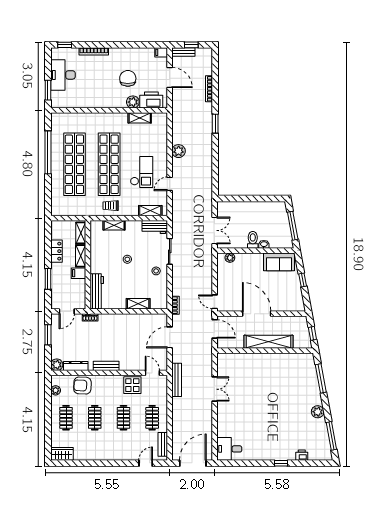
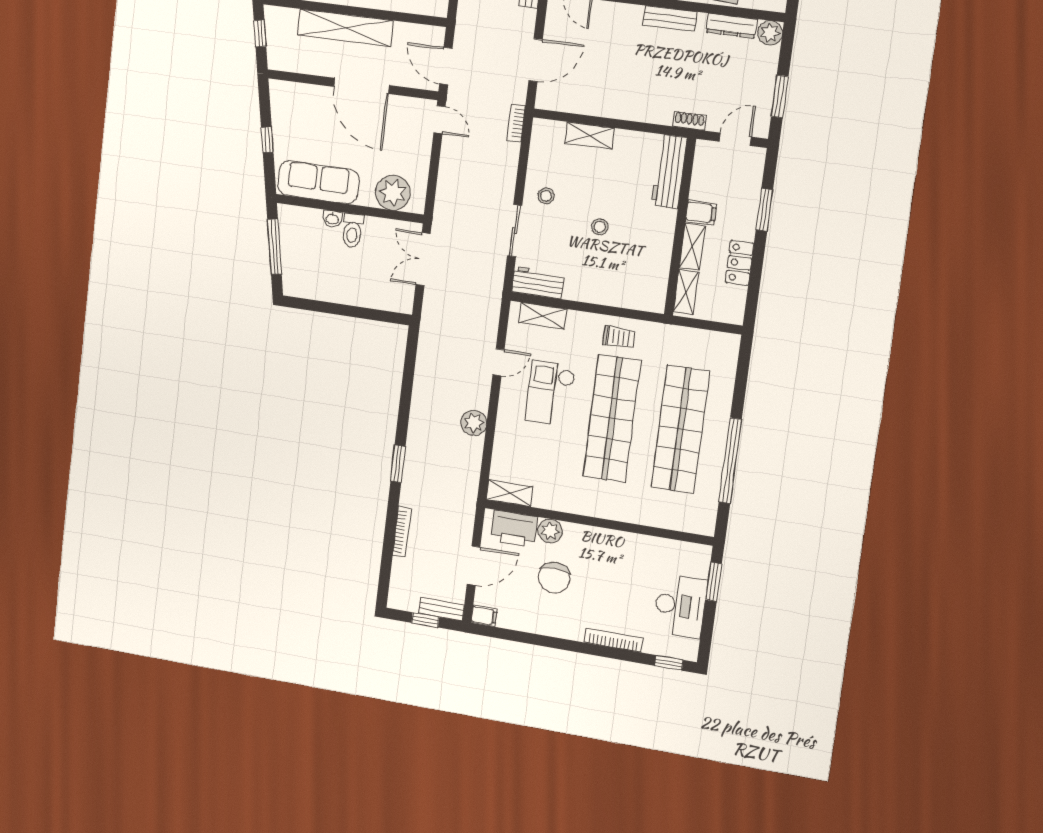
door: (170, 77) -> (474, 566), swing flipped
shelving: (140, 118) -> (510, 493), moved
shelving: (114, 225) -> (617, 298), removed
plant: (230, 258) -> (393, 193), width x1.88, depth x1.88
sofa: (279, 262) -> (318, 182), width x1.36

